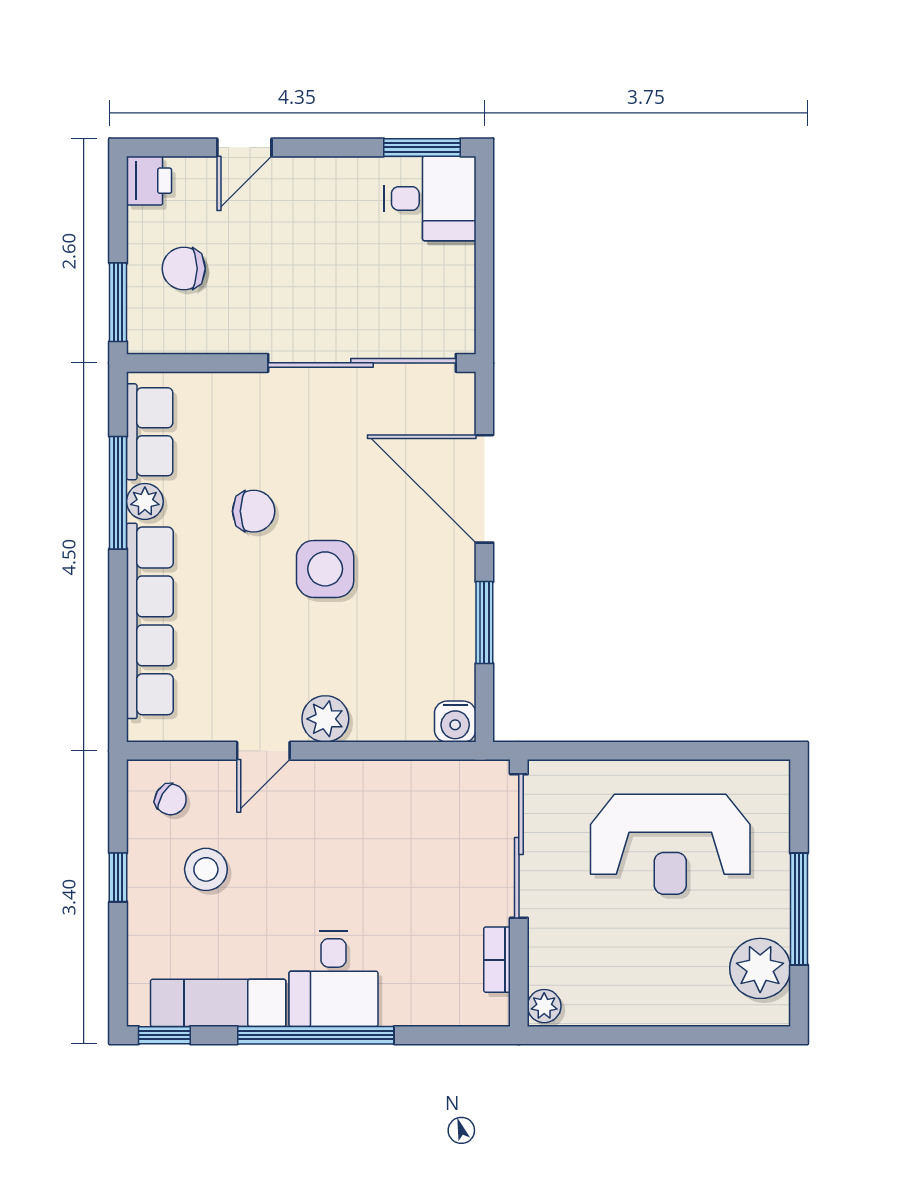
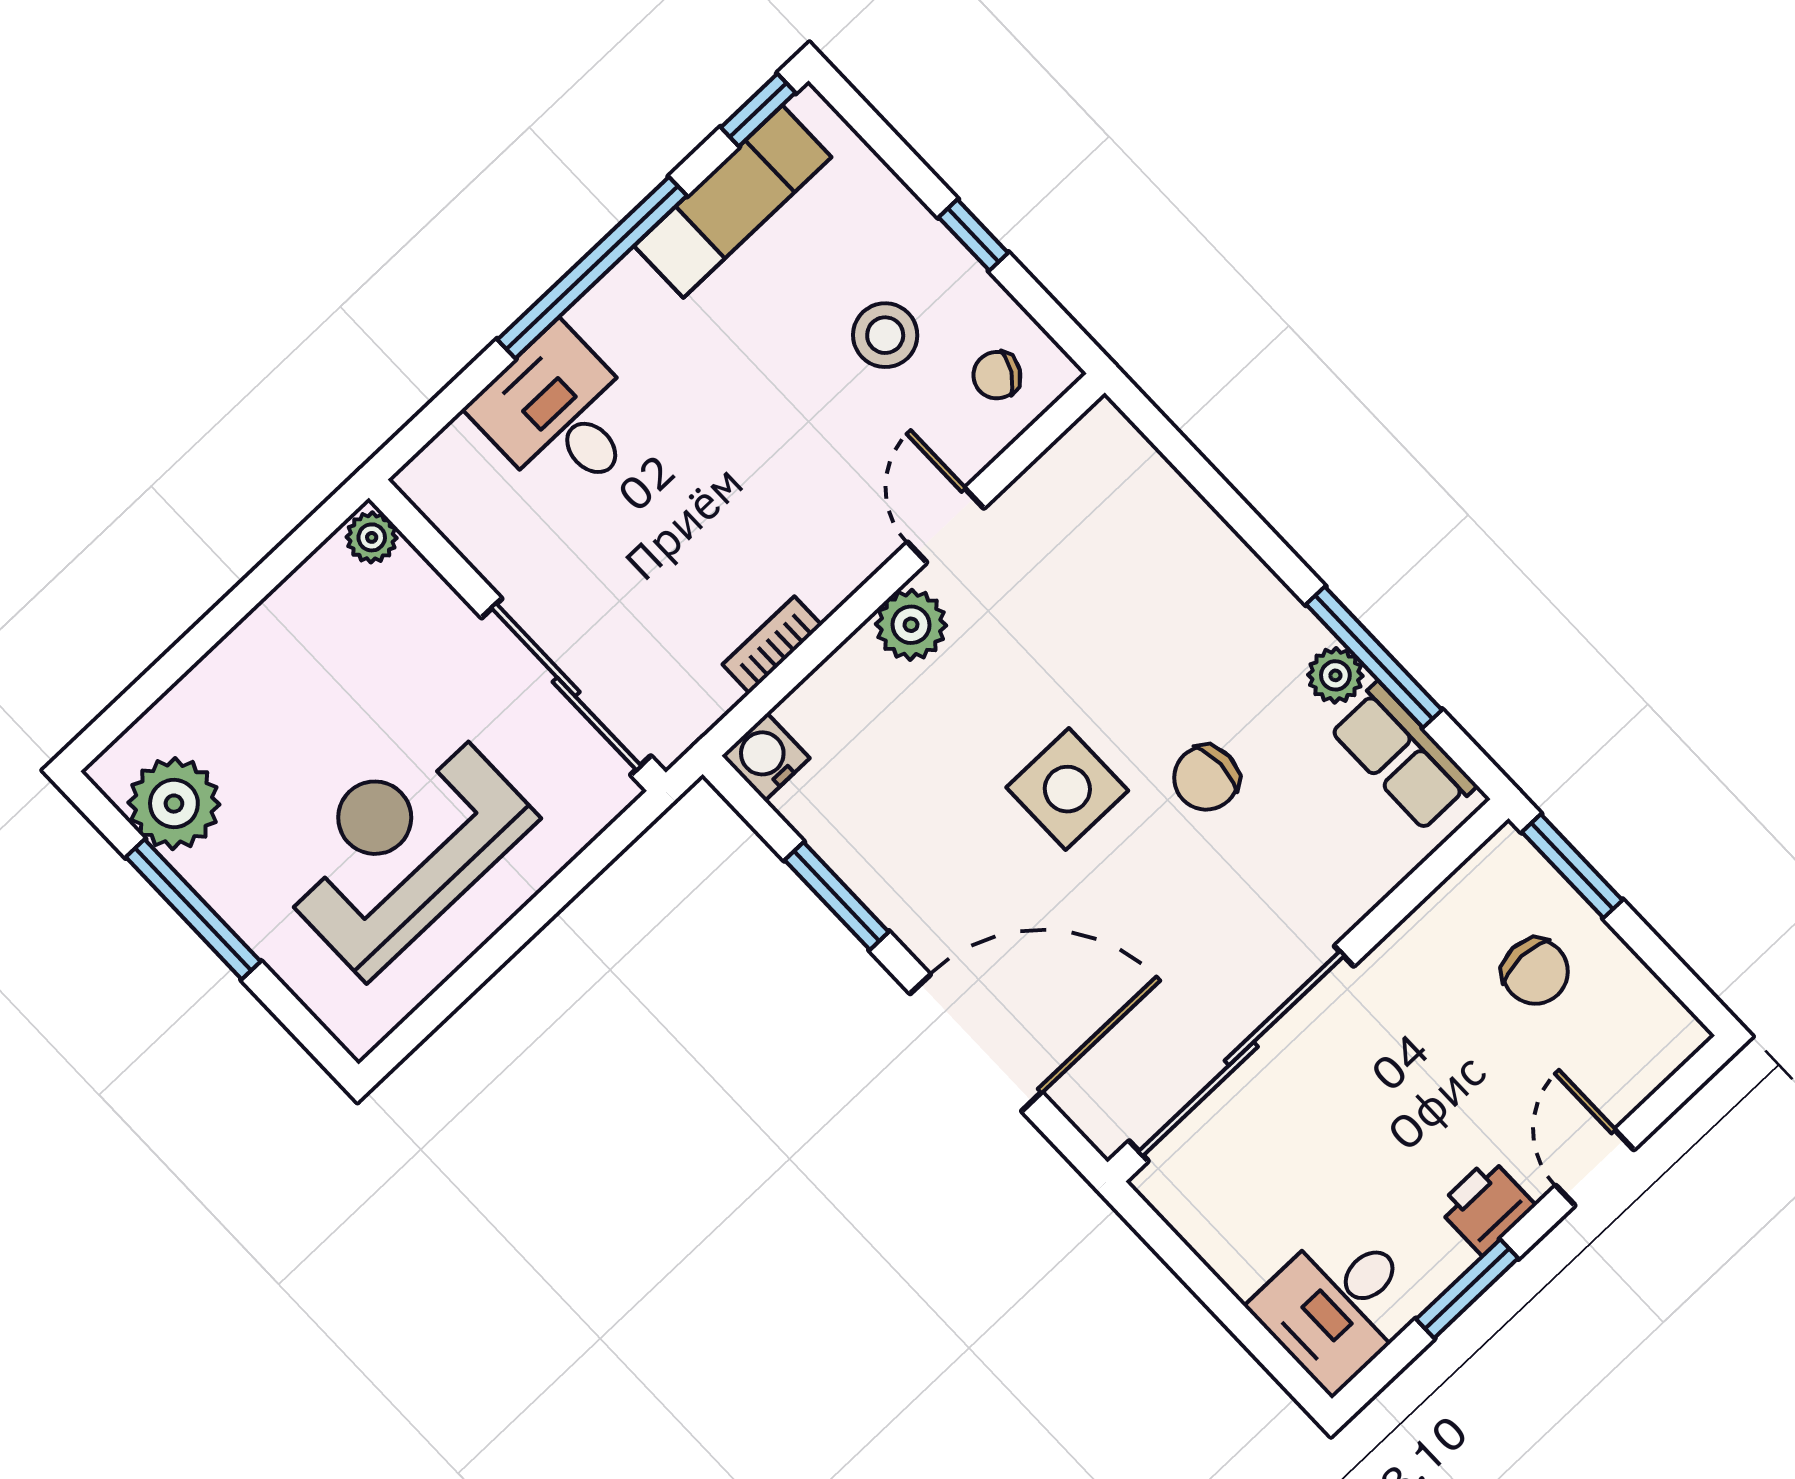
window: (422, 147) -> (1467, 1289), moved
printer: (149, 181) -> (1486, 1206), moved, turned 90
chair: (184, 269) -> (1535, 971), turned 90
row of seats: (150, 621) -> (1206, 550), removed
bookcase: (497, 960) -> (772, 645), moved, turned -90
desk: (334, 979) -> (560, 415), moved

